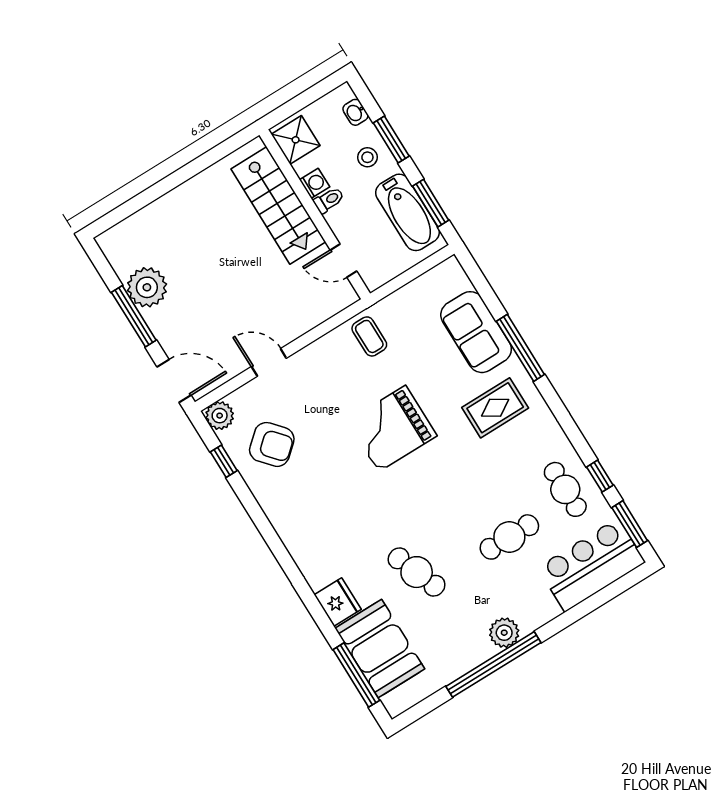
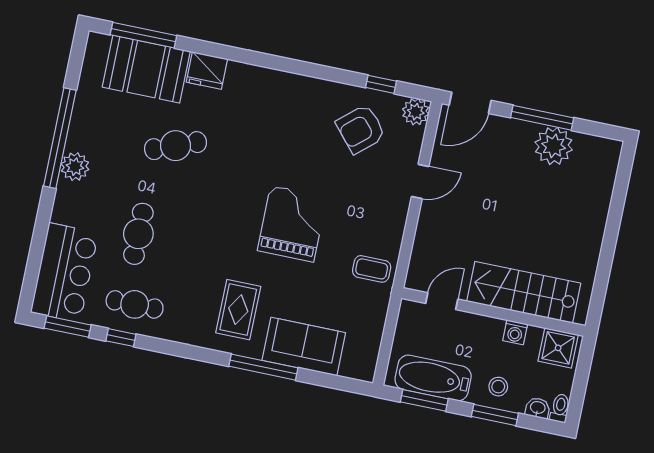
toilet: (329, 200) -> (560, 408), moved, turned 180

